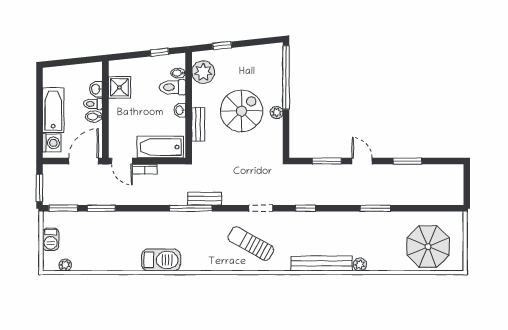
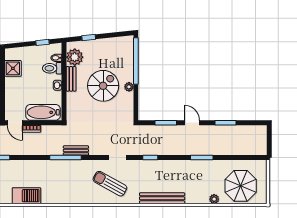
bench: (198, 124) -> (71, 79), moved
barbecue: (161, 260) -> (26, 196), moved
plant: (360, 264) -> (214, 199), moved

